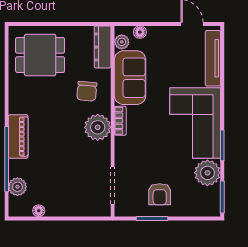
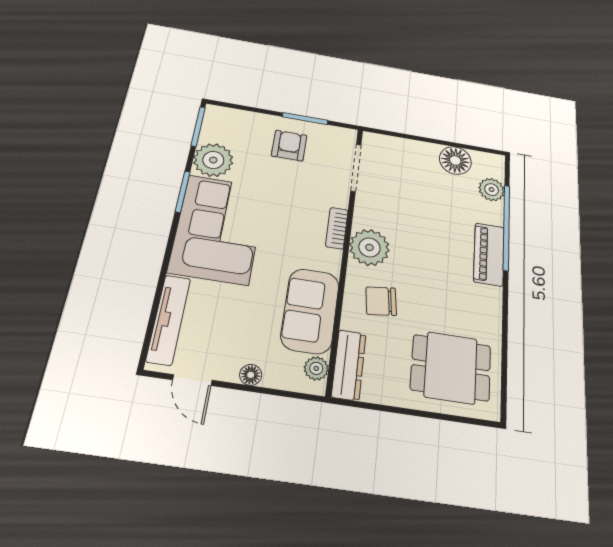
floor lamp: (140, 32) -> (251, 375), moved
chair: (87, 91) -> (381, 301), turned -102
bookcase: (120, 121) -> (337, 228), moved
floor lamp: (39, 211) -> (455, 160), width x1.89, depth x1.89

